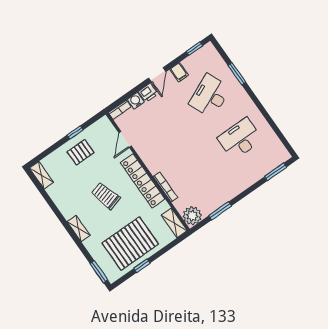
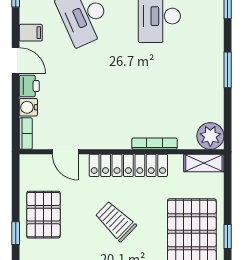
window: (75, 132) -> (16, 233), moved
pallet: (81, 152) -> (43, 215), width x1.50, depth x1.42
trolley: (106, 196) -> (116, 221), turned 60
window: (220, 211) -> (228, 70), moved

